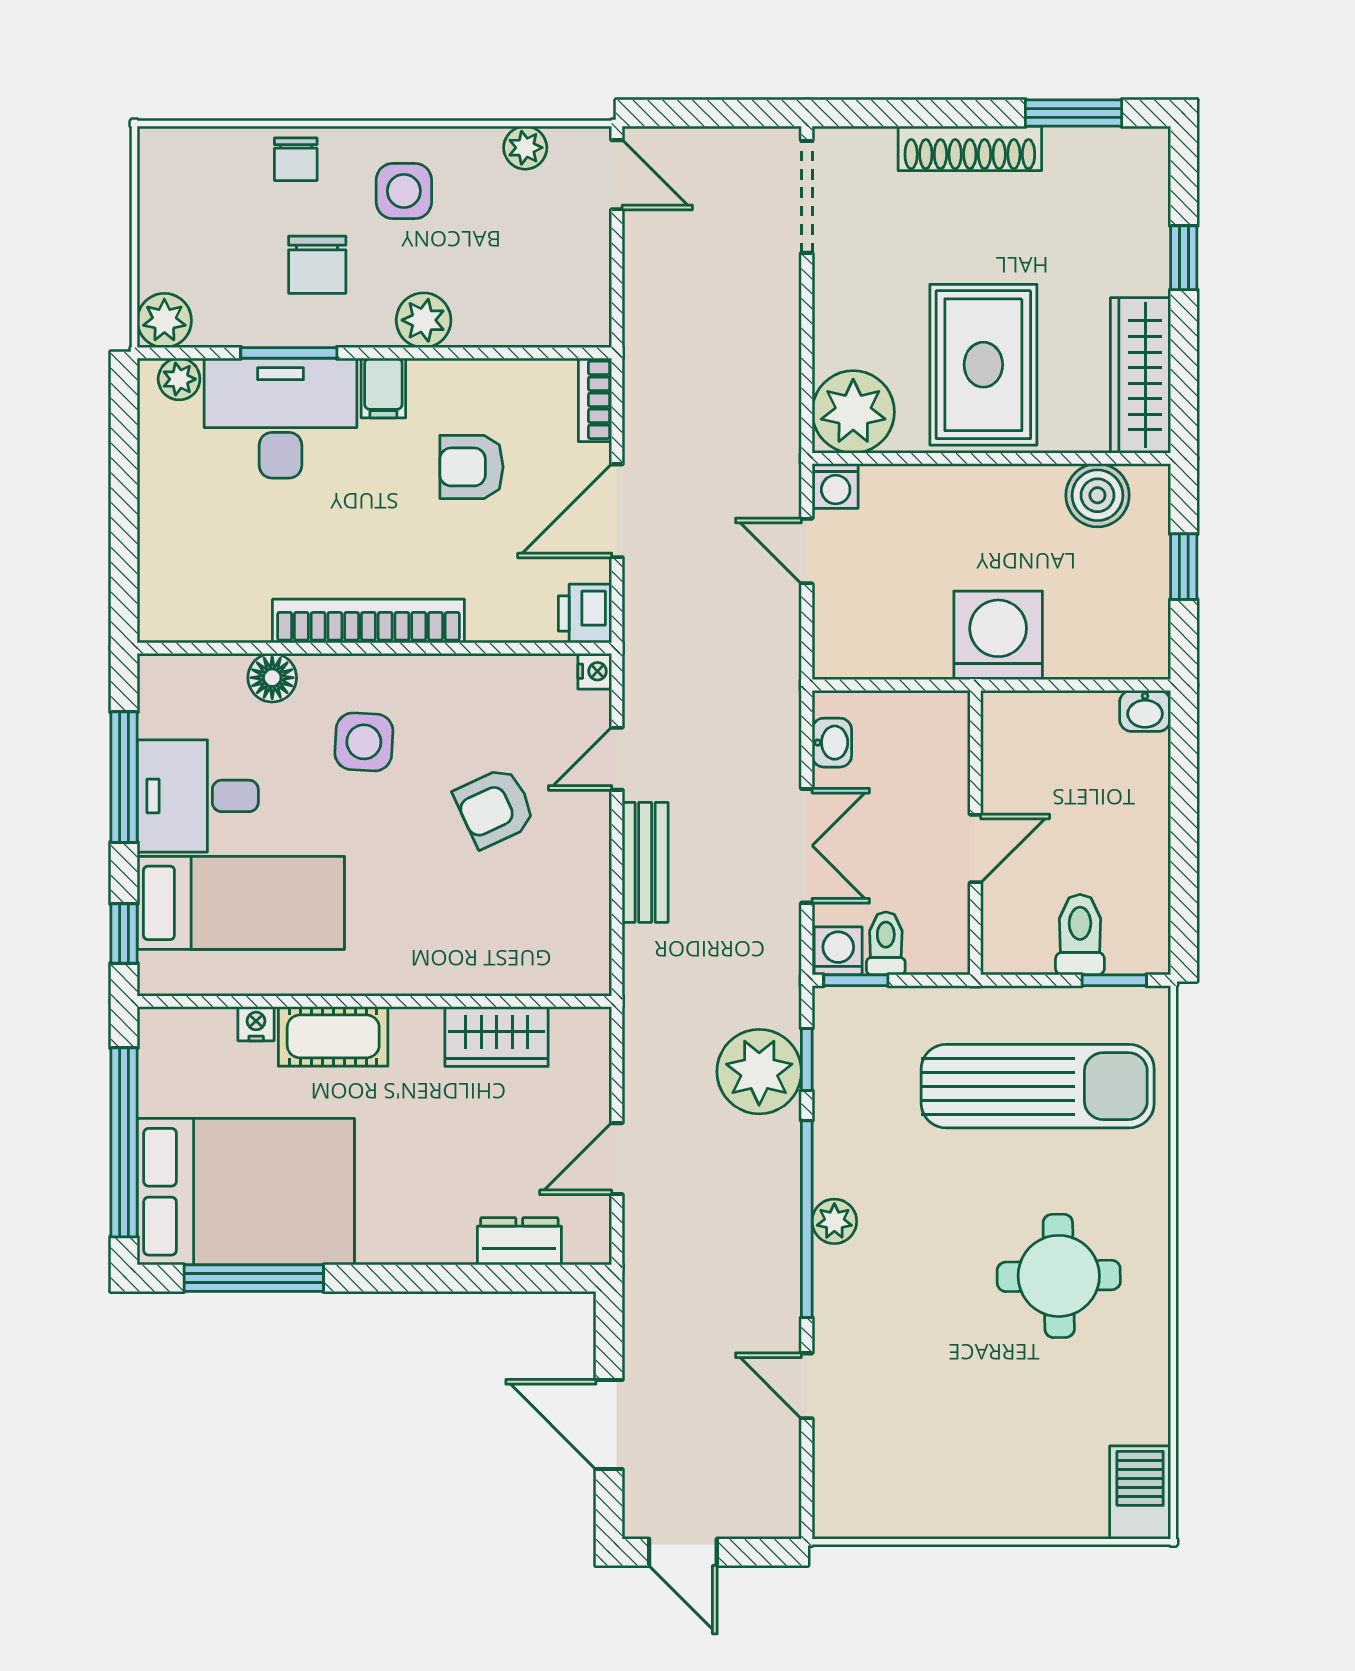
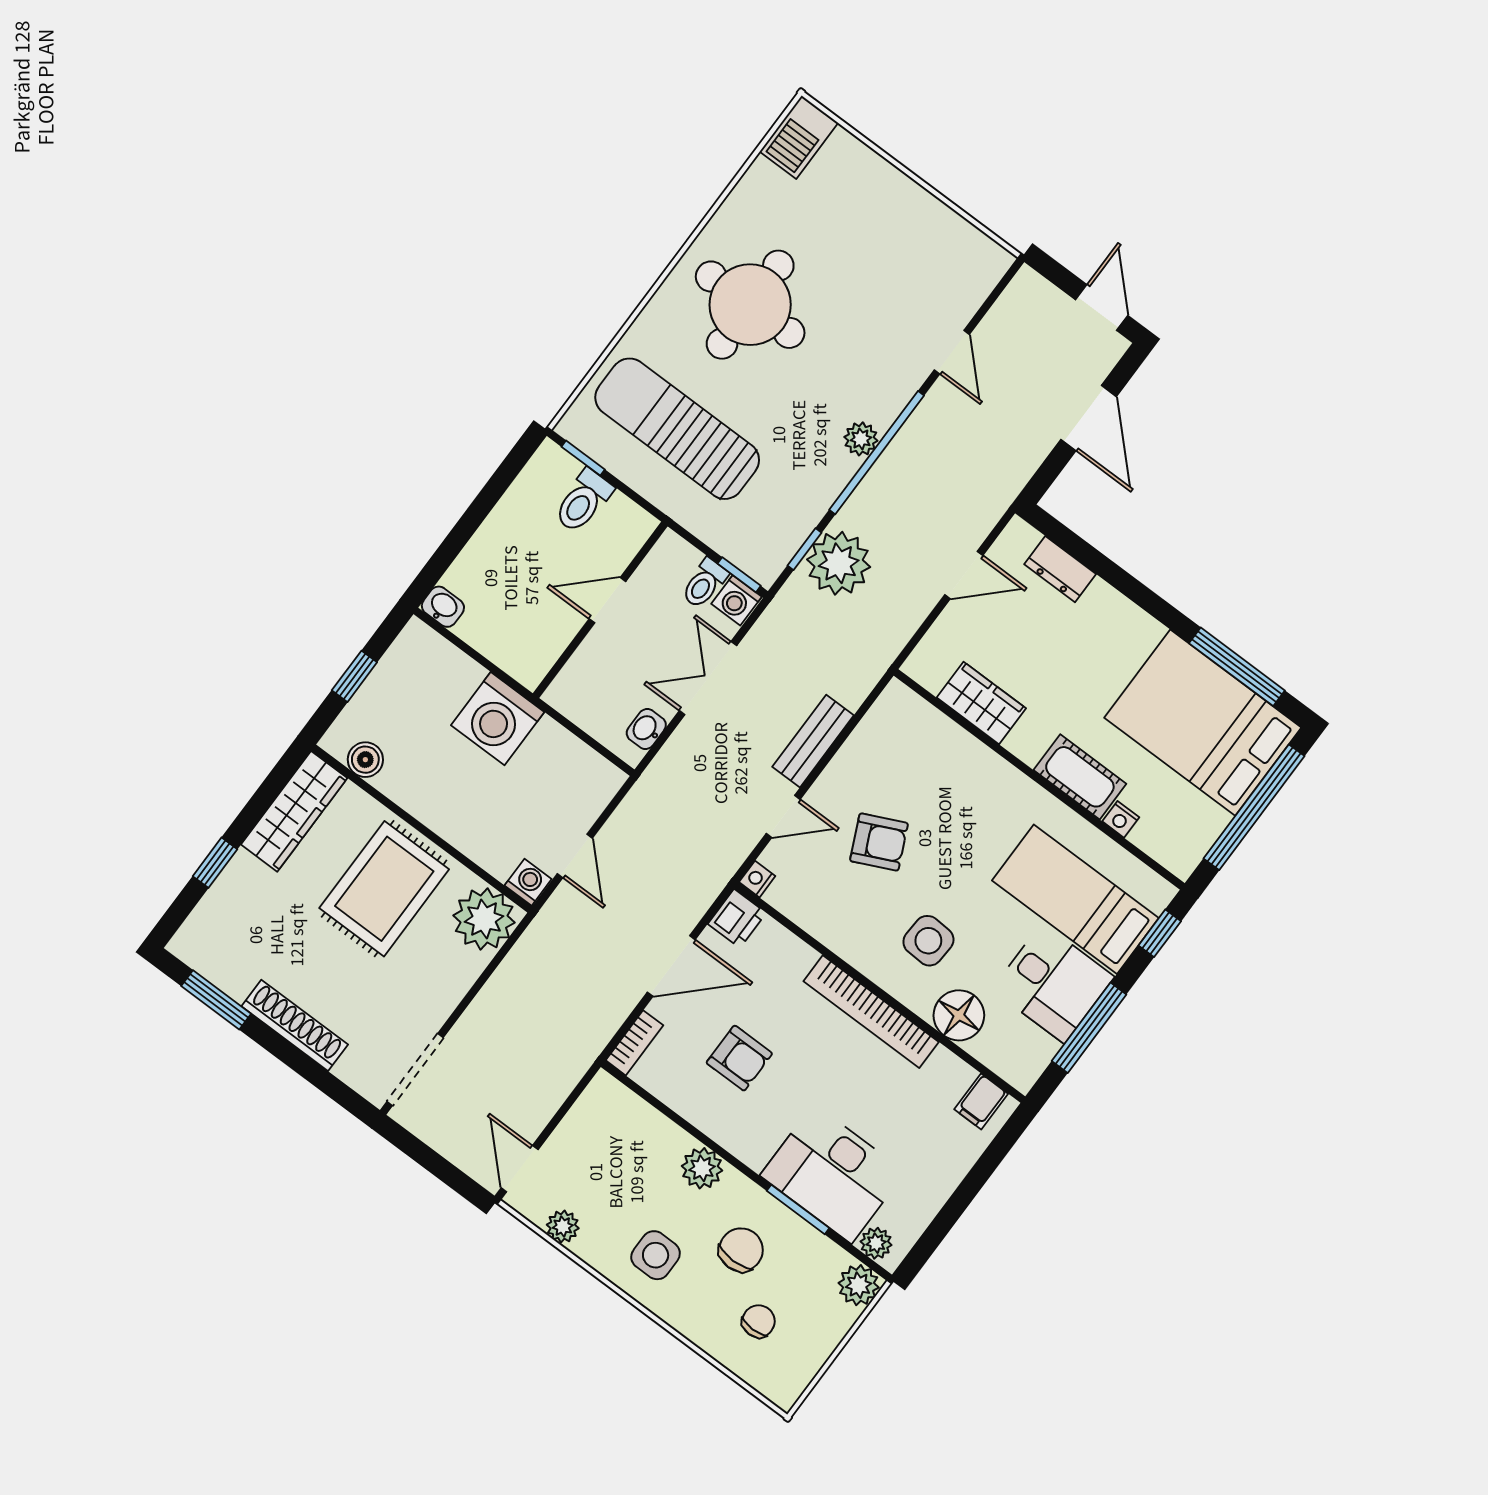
chair: (296, 159) -> (759, 1321), moved
filing cabinet: (383, 388) -> (981, 1101), moved, turned 180
boiler: (1097, 495) -> (365, 760), width x0.73, depth x0.73
floor lamp: (272, 678) -> (959, 1015), width x1.38, depth x1.38
round table: (1059, 1276) -> (750, 305), width x1.36, depth x1.36

